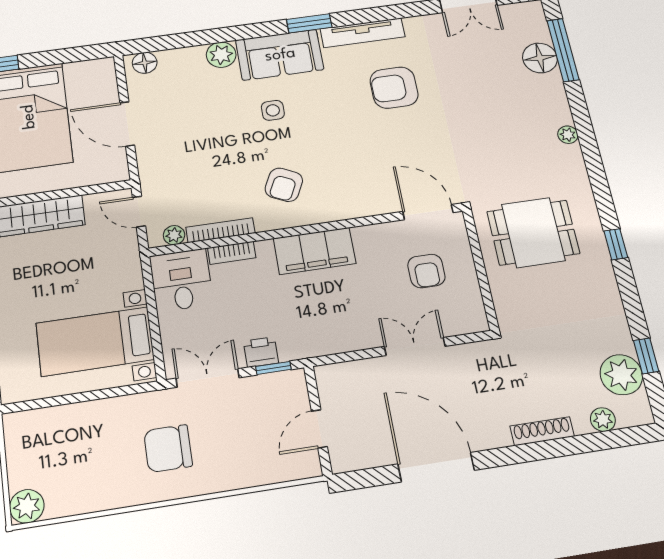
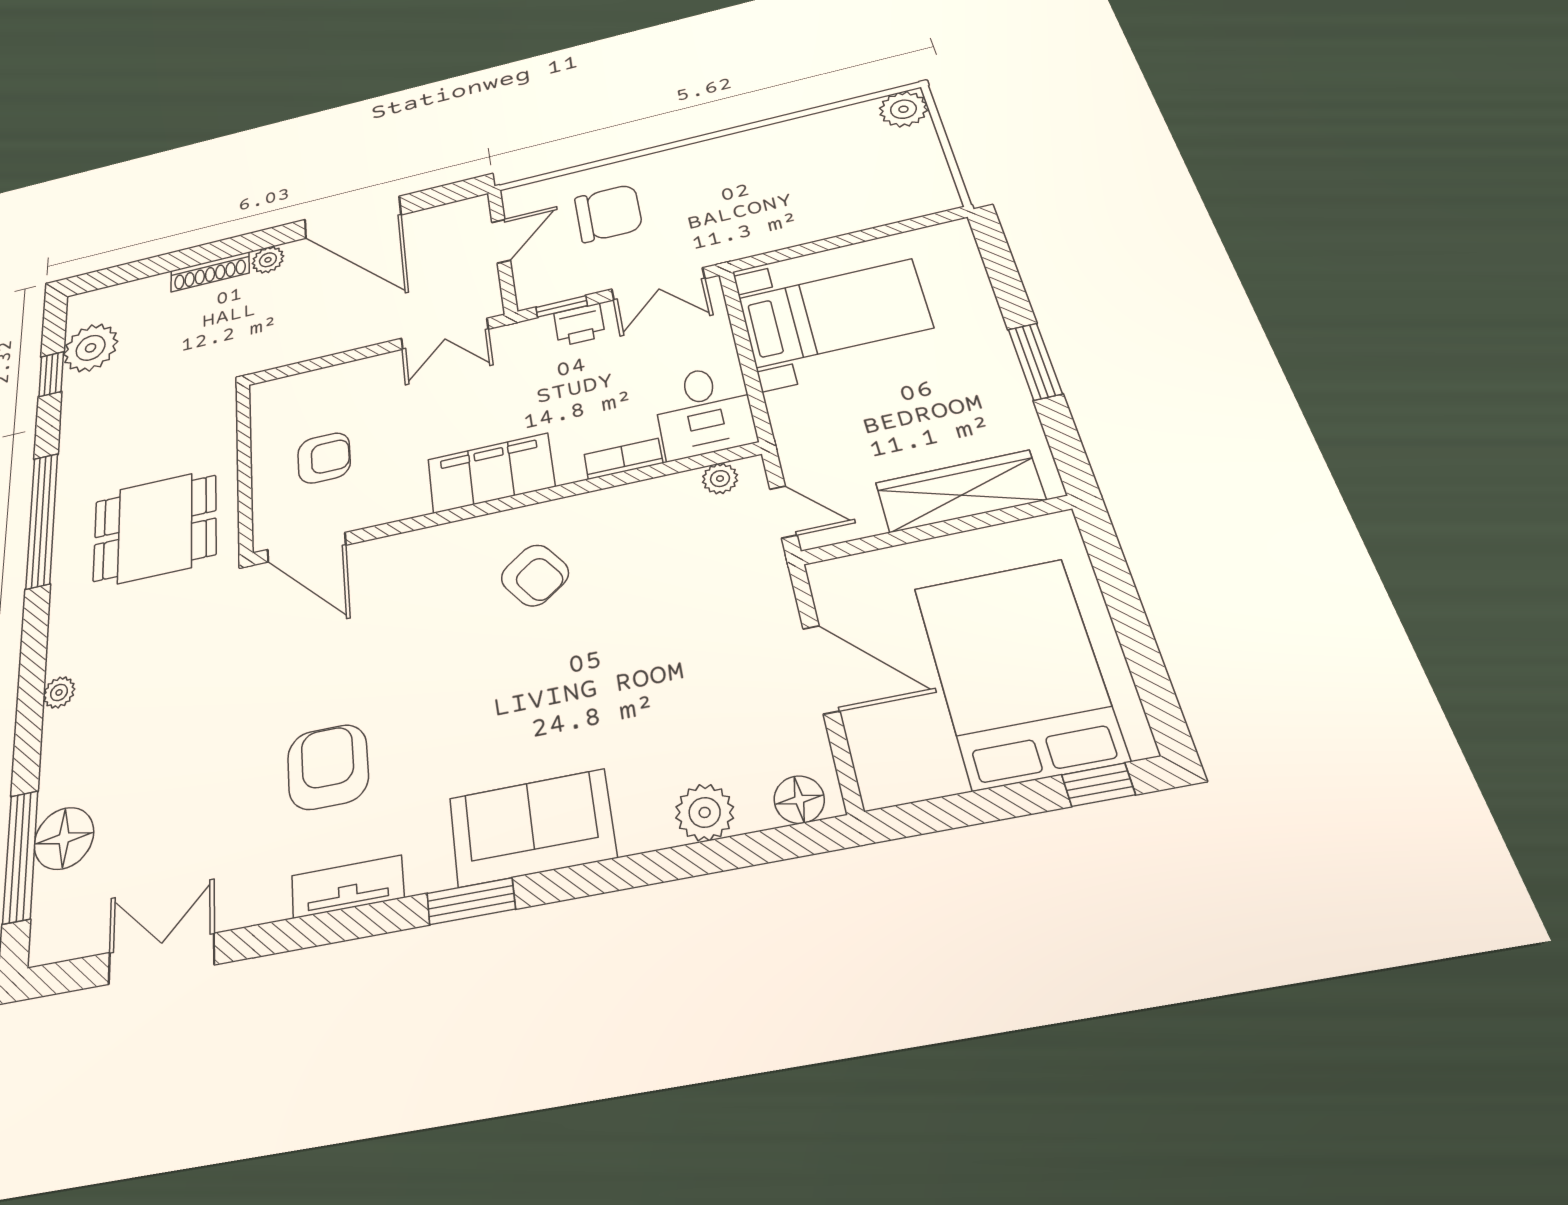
tv unit: (363, 33) -> (348, 887), width x0.71
plant: (221, 55) -> (705, 812), moved
armchair: (394, 88) -> (328, 767), turned -90
side table: (273, 110) -> (549, 711), removed
armchair: (284, 185) -> (535, 575), turned 118
bookcase: (220, 230) -> (642, 493), removed
window: (616, 244) -> (42, 520), width x3.17
armchair: (426, 271) -> (324, 458), turned 90
double door: (415, 346) -> (445, 334), moved
plant: (603, 420) -> (268, 260), moved
chair: (168, 448) -> (608, 213), moved

